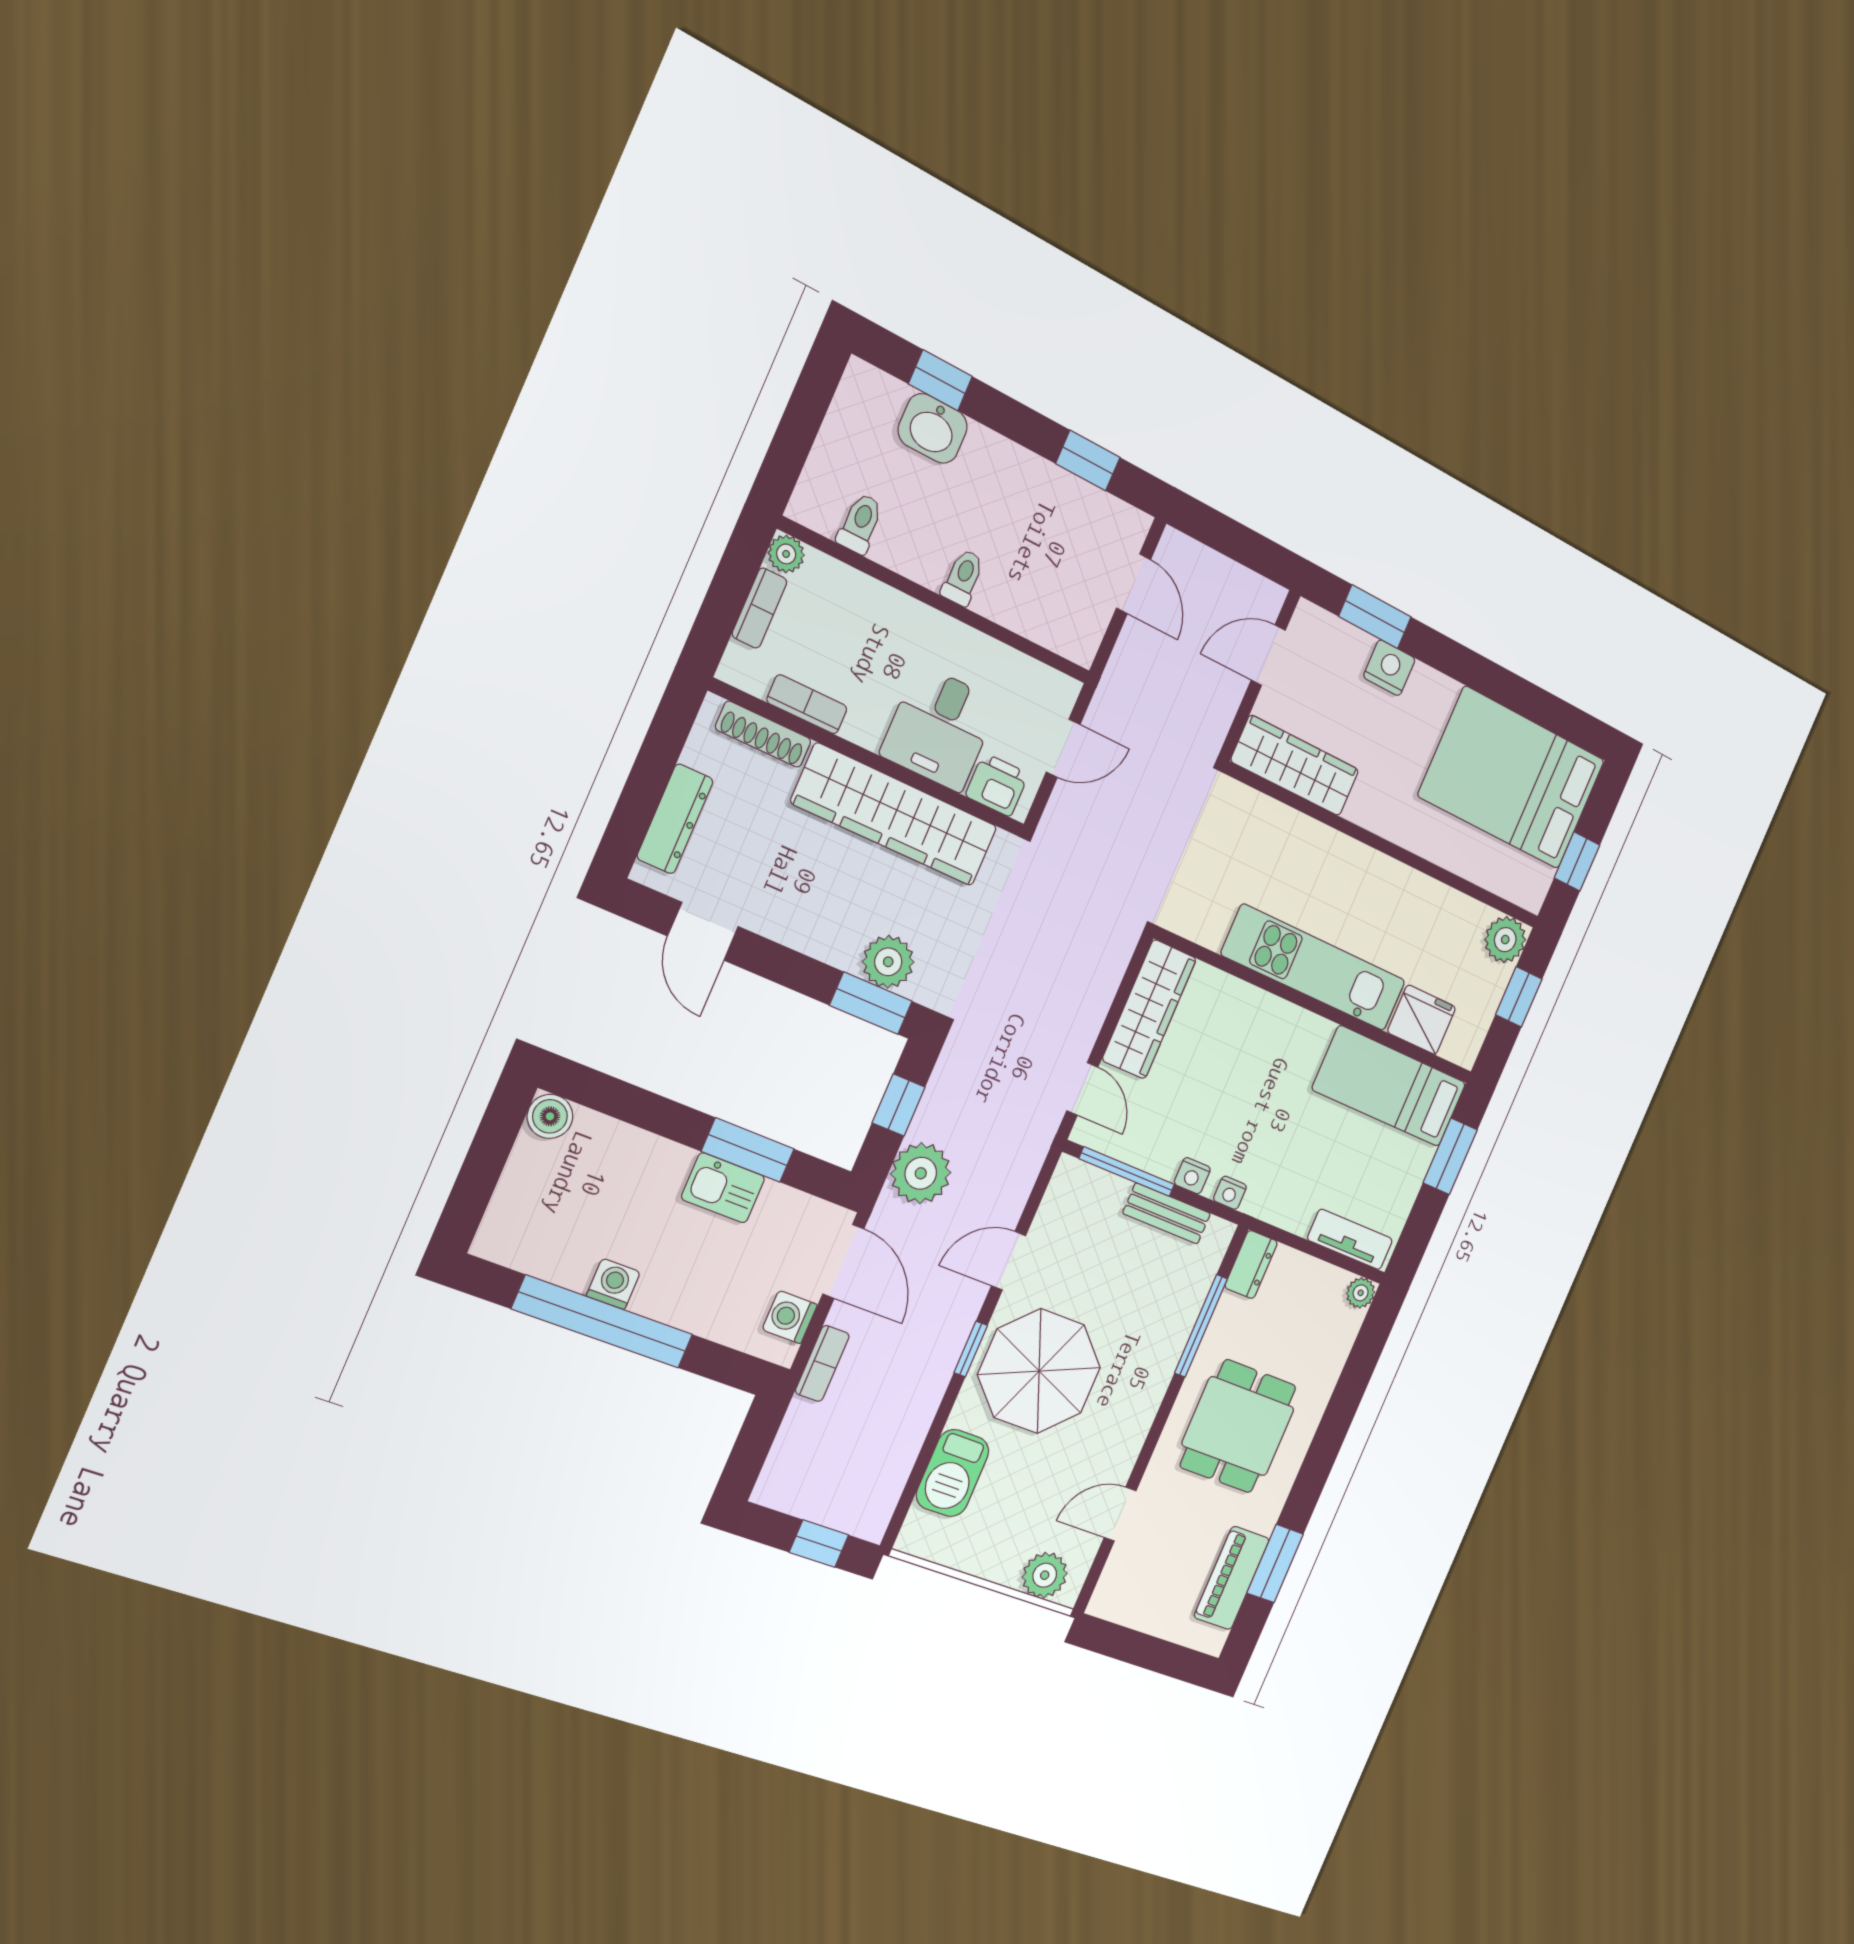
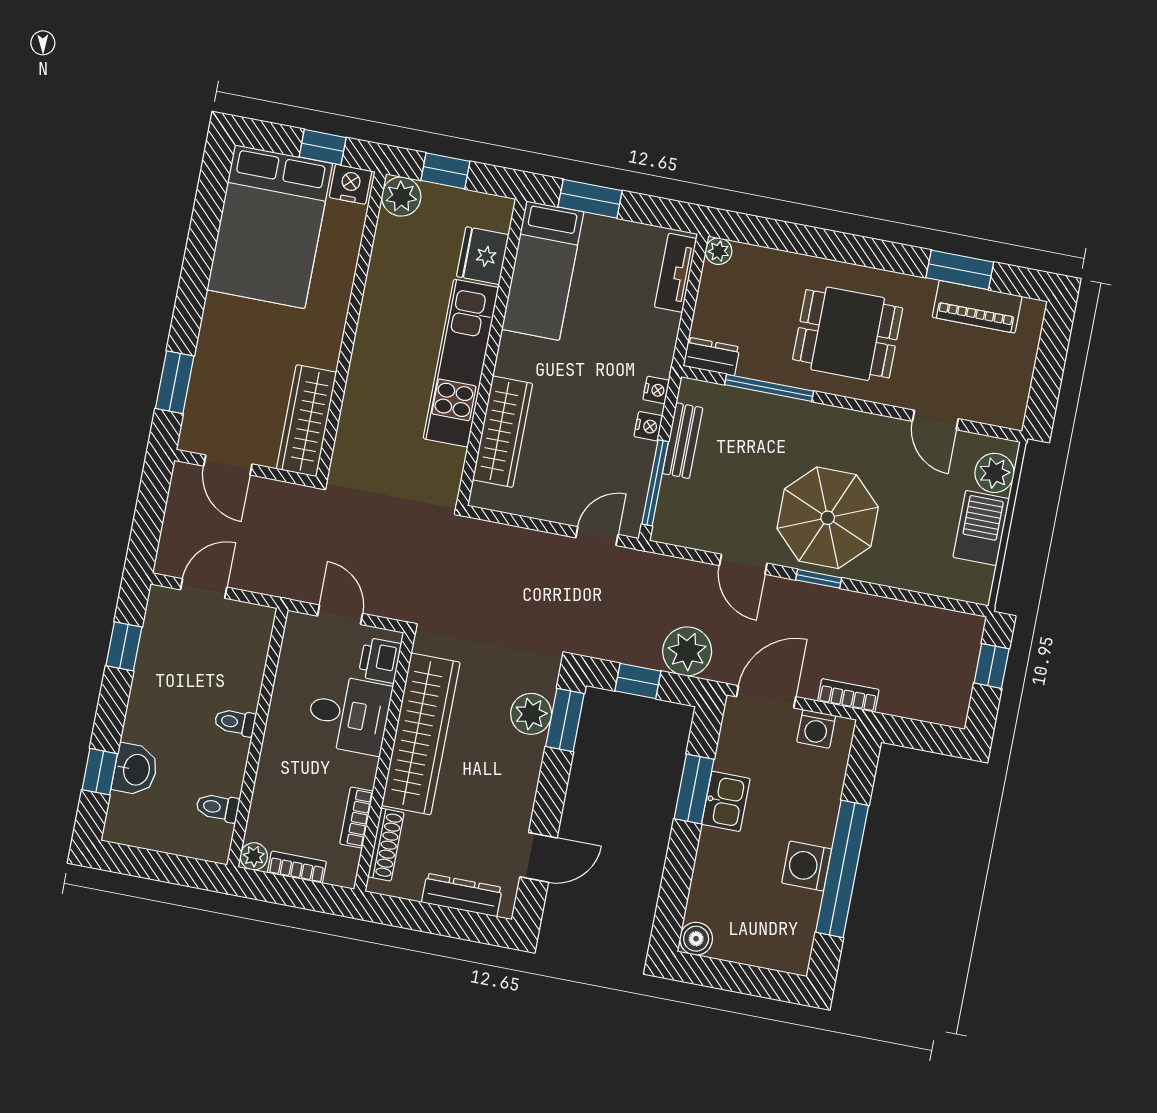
nightstand: (1389, 668) -> (351, 184), moved, turned 90
wardrobe: (1149, 1009) -> (503, 432), moved, turned 90
washing machine: (613, 1284) -> (807, 866), width x1.38, depth x1.38
barbecue: (953, 1473) -> (981, 528), moved, turned -90

